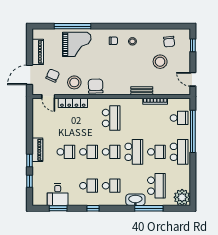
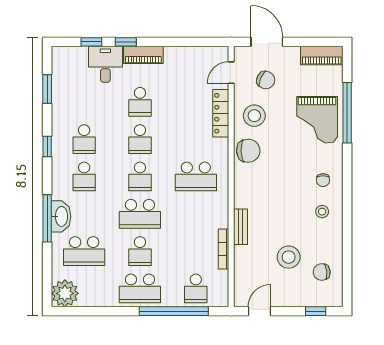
piano: (38, 52) -> (322, 55), moved
desk: (58, 195) -> (105, 64), moved, turned 90
window: (149, 208) -> (47, 218), moved

